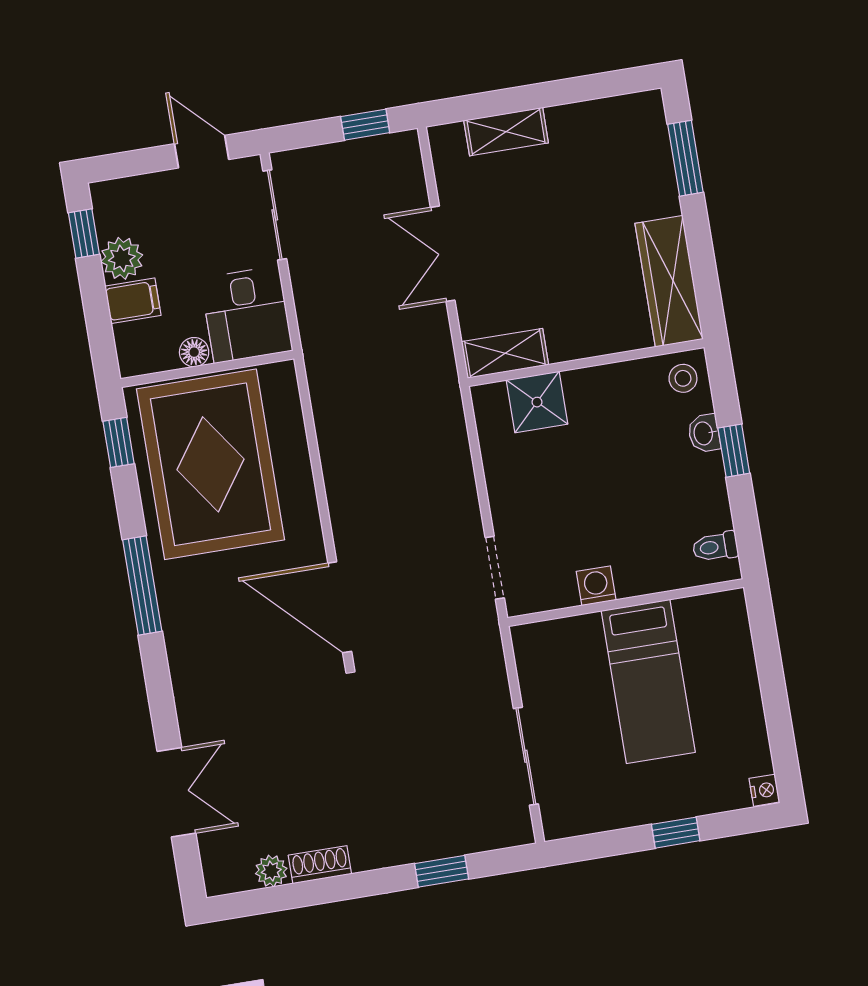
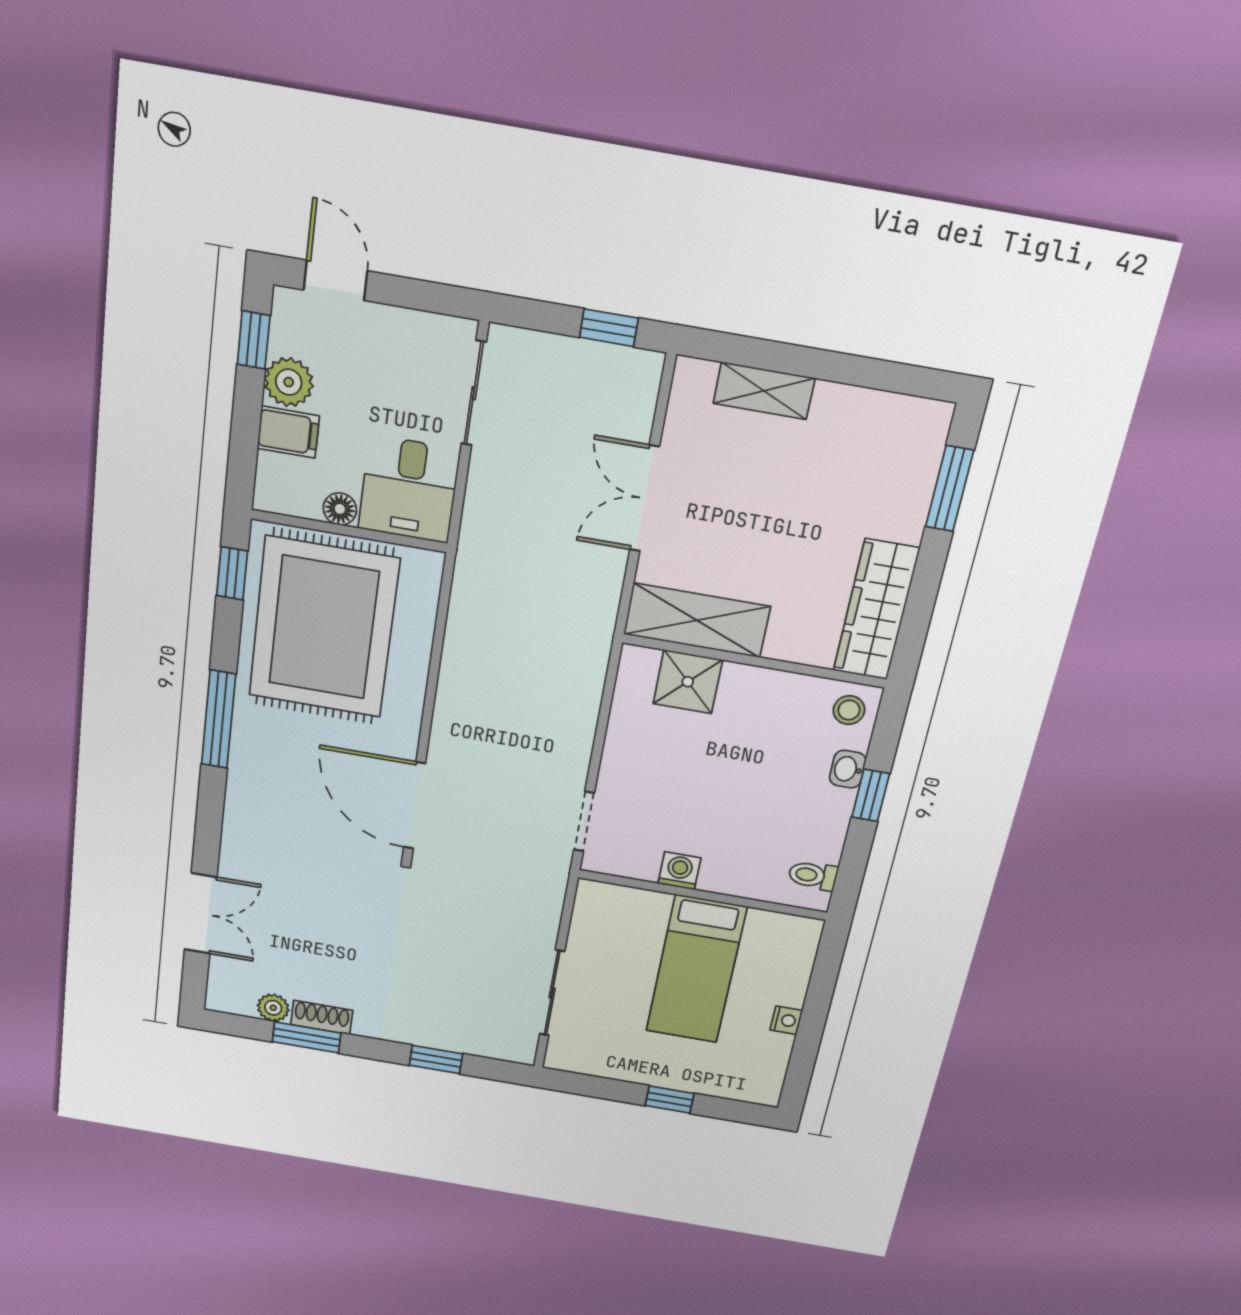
door: (202, 152) -> (335, 280), moved
shelving: (505, 353) -> (697, 620), width x1.50, depth x1.33
nightstand: (764, 790) -> (786, 1020), moved
window: (312, 893) -> (307, 1037), added

